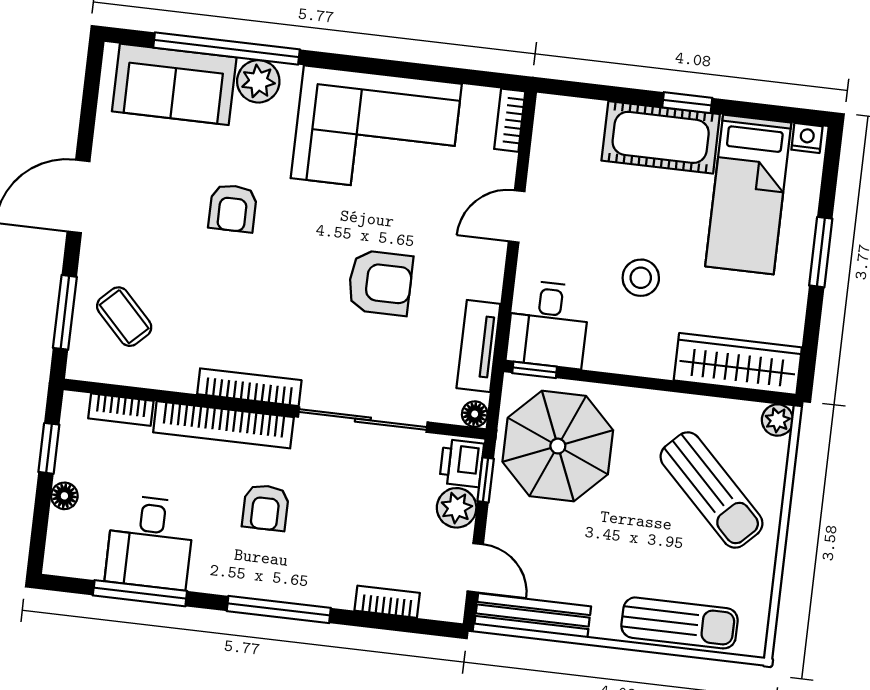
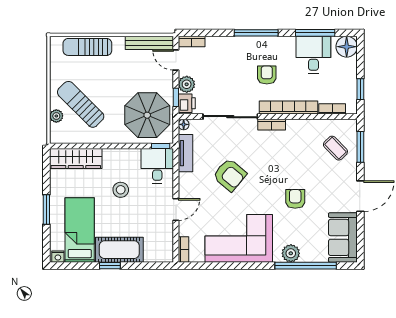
sofa: (174, 84) -> (343, 237), moved, turned -90
armchair: (380, 283) -> (230, 175), turned -140
bookcase: (249, 387) -> (272, 125), width x0.64
plant: (778, 420) -> (56, 116), moved
floor lamp: (64, 496) -> (347, 47), moved, width x1.89, depth x1.89
bookcase: (387, 602) -> (192, 41), moved

